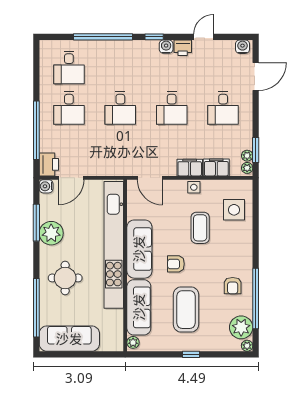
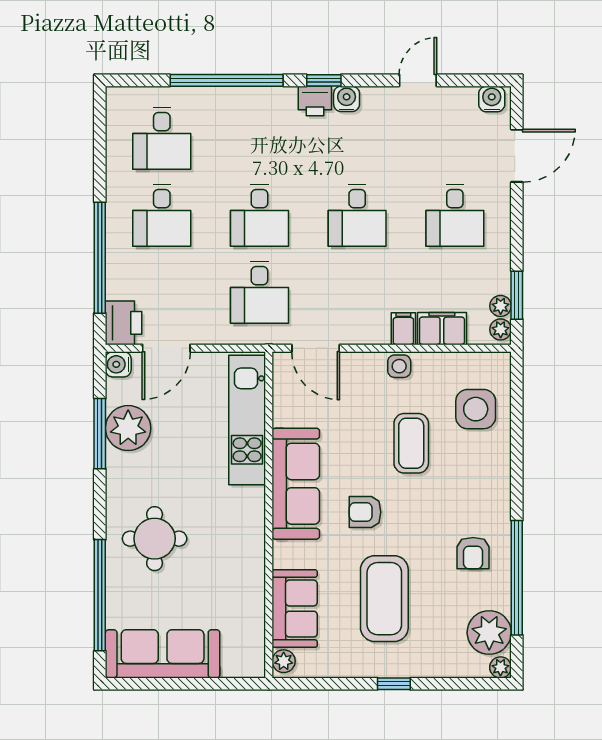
printer: (183, 48) -> (315, 101), moved
desk: (120, 148) -> (259, 292), added
filing cabinet: (190, 168) -> (403, 329), width x0.50
plant: (51, 233) -> (128, 428), moved
kitchen unit: (114, 245) -> (247, 420), width x0.54
sofa: (139, 307) -> (295, 609), width x0.73

